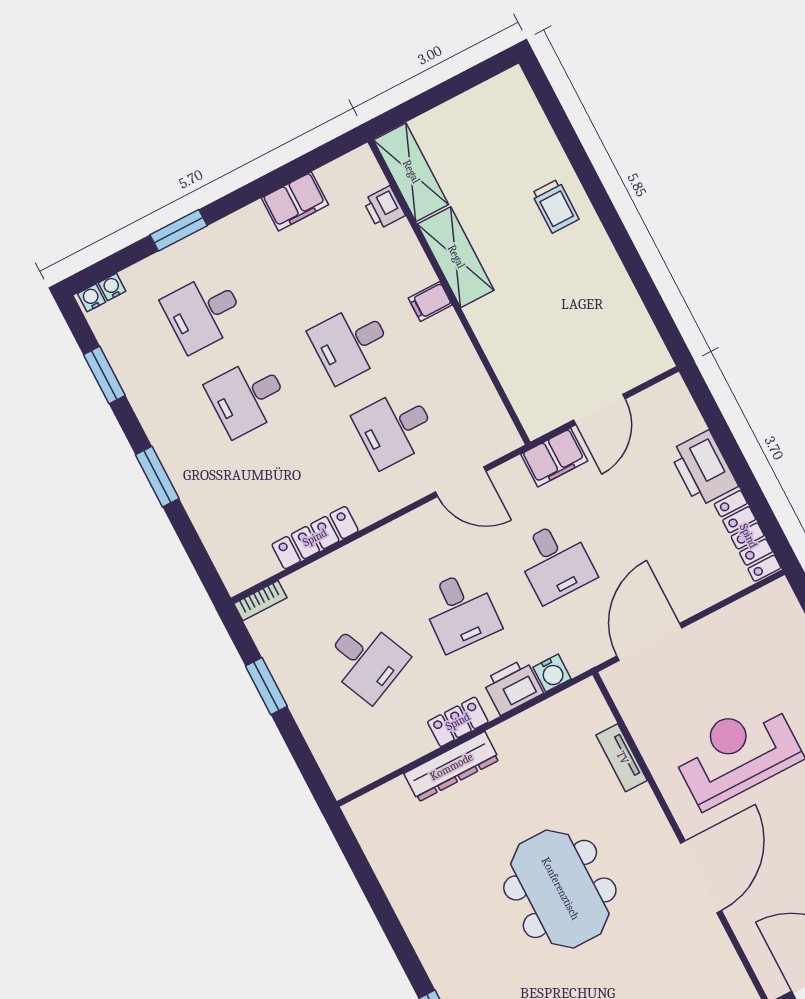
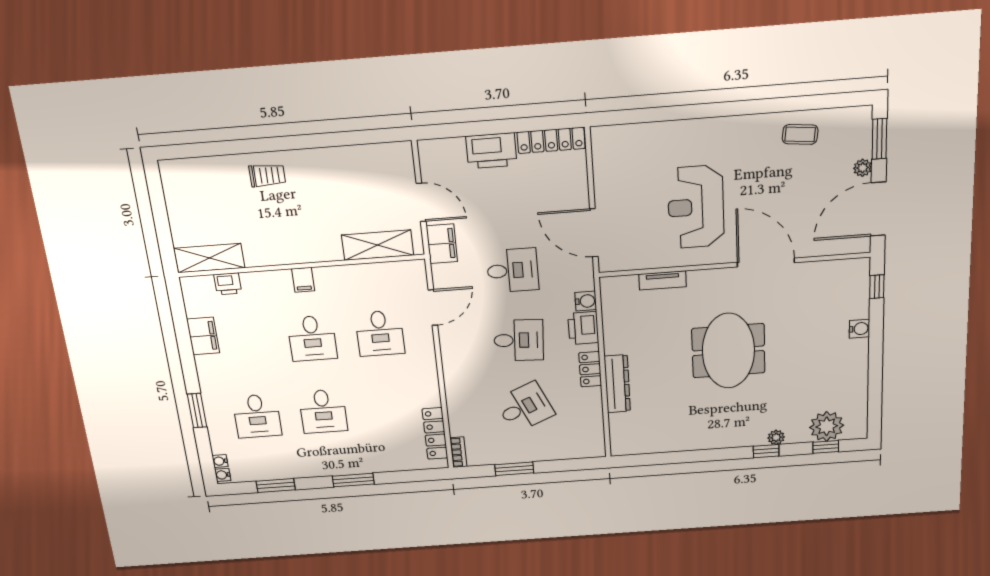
shelving: (456, 257) -> (378, 245), moved
locker: (315, 538) -> (435, 433), moved
meeting table: (560, 889) -> (728, 351), turned 90

